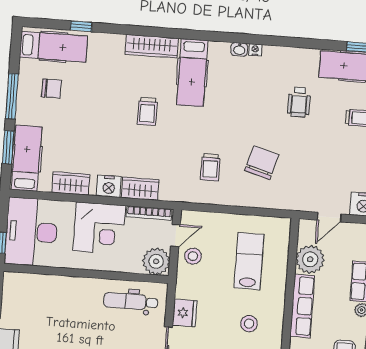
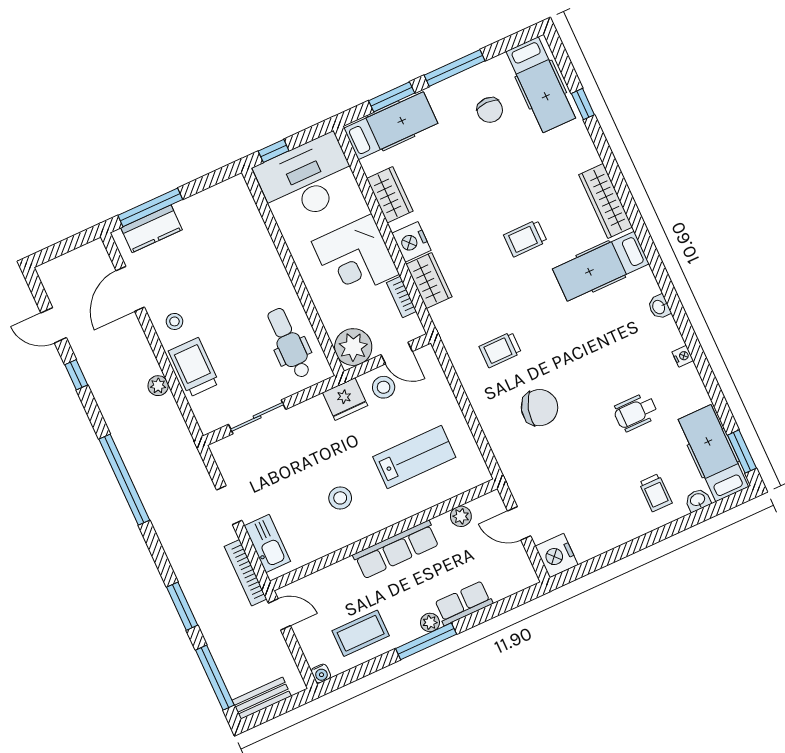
nightstand: (255, 50) -> (683, 356), moved
bookcase: (149, 213) -> (401, 297), width x0.64
plant: (310, 259) -> (461, 516), width x0.53, depth x0.53
fridge: (185, 313) -> (345, 399), moved

